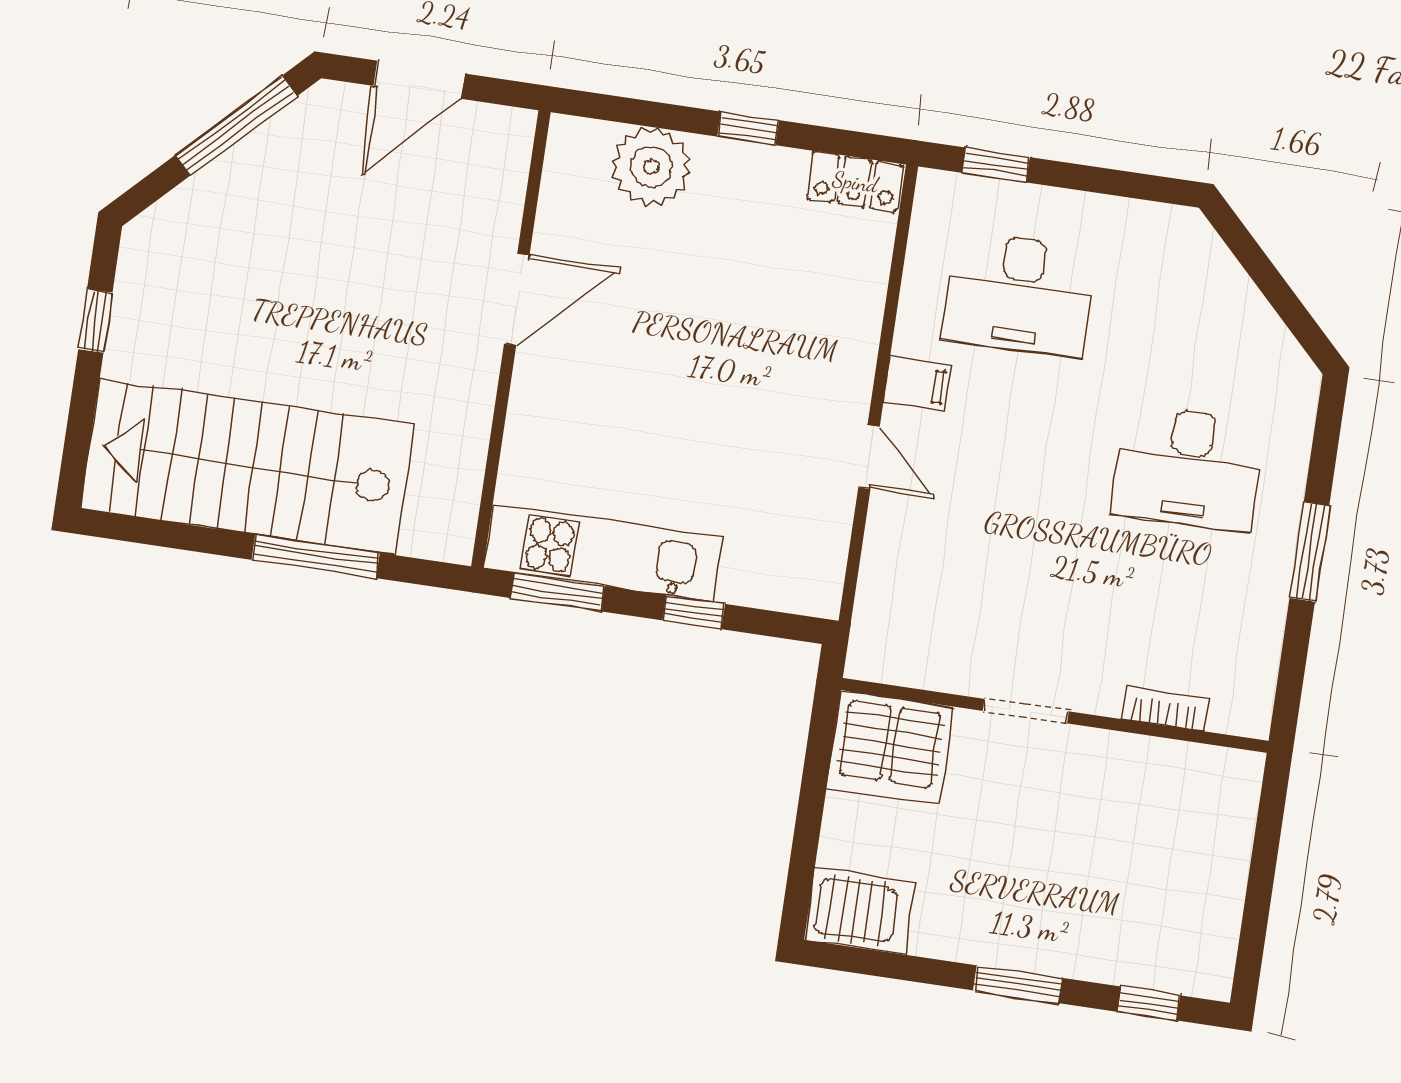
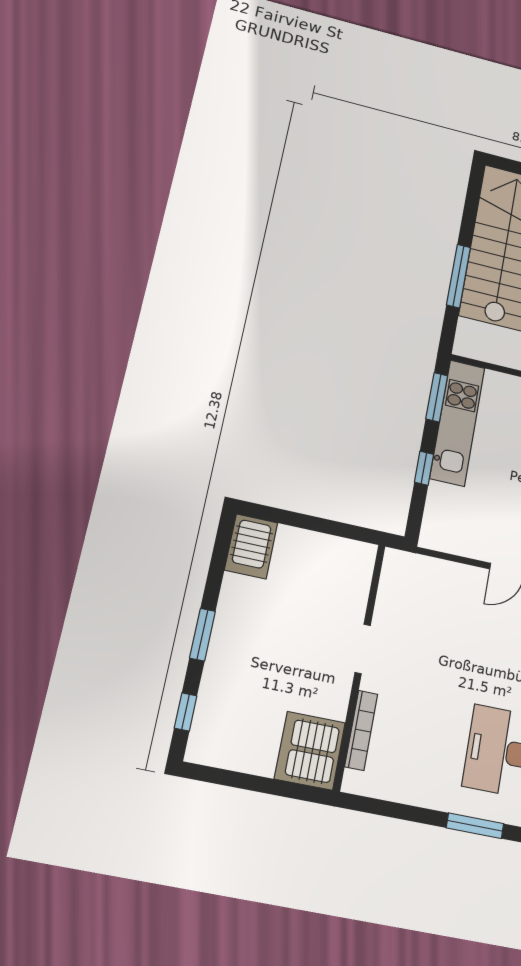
window: (1309, 552) -> (475, 826), moved
bookcase: (1165, 709) -> (361, 730), width x1.56
server rack: (890, 748) -> (310, 751), moved

